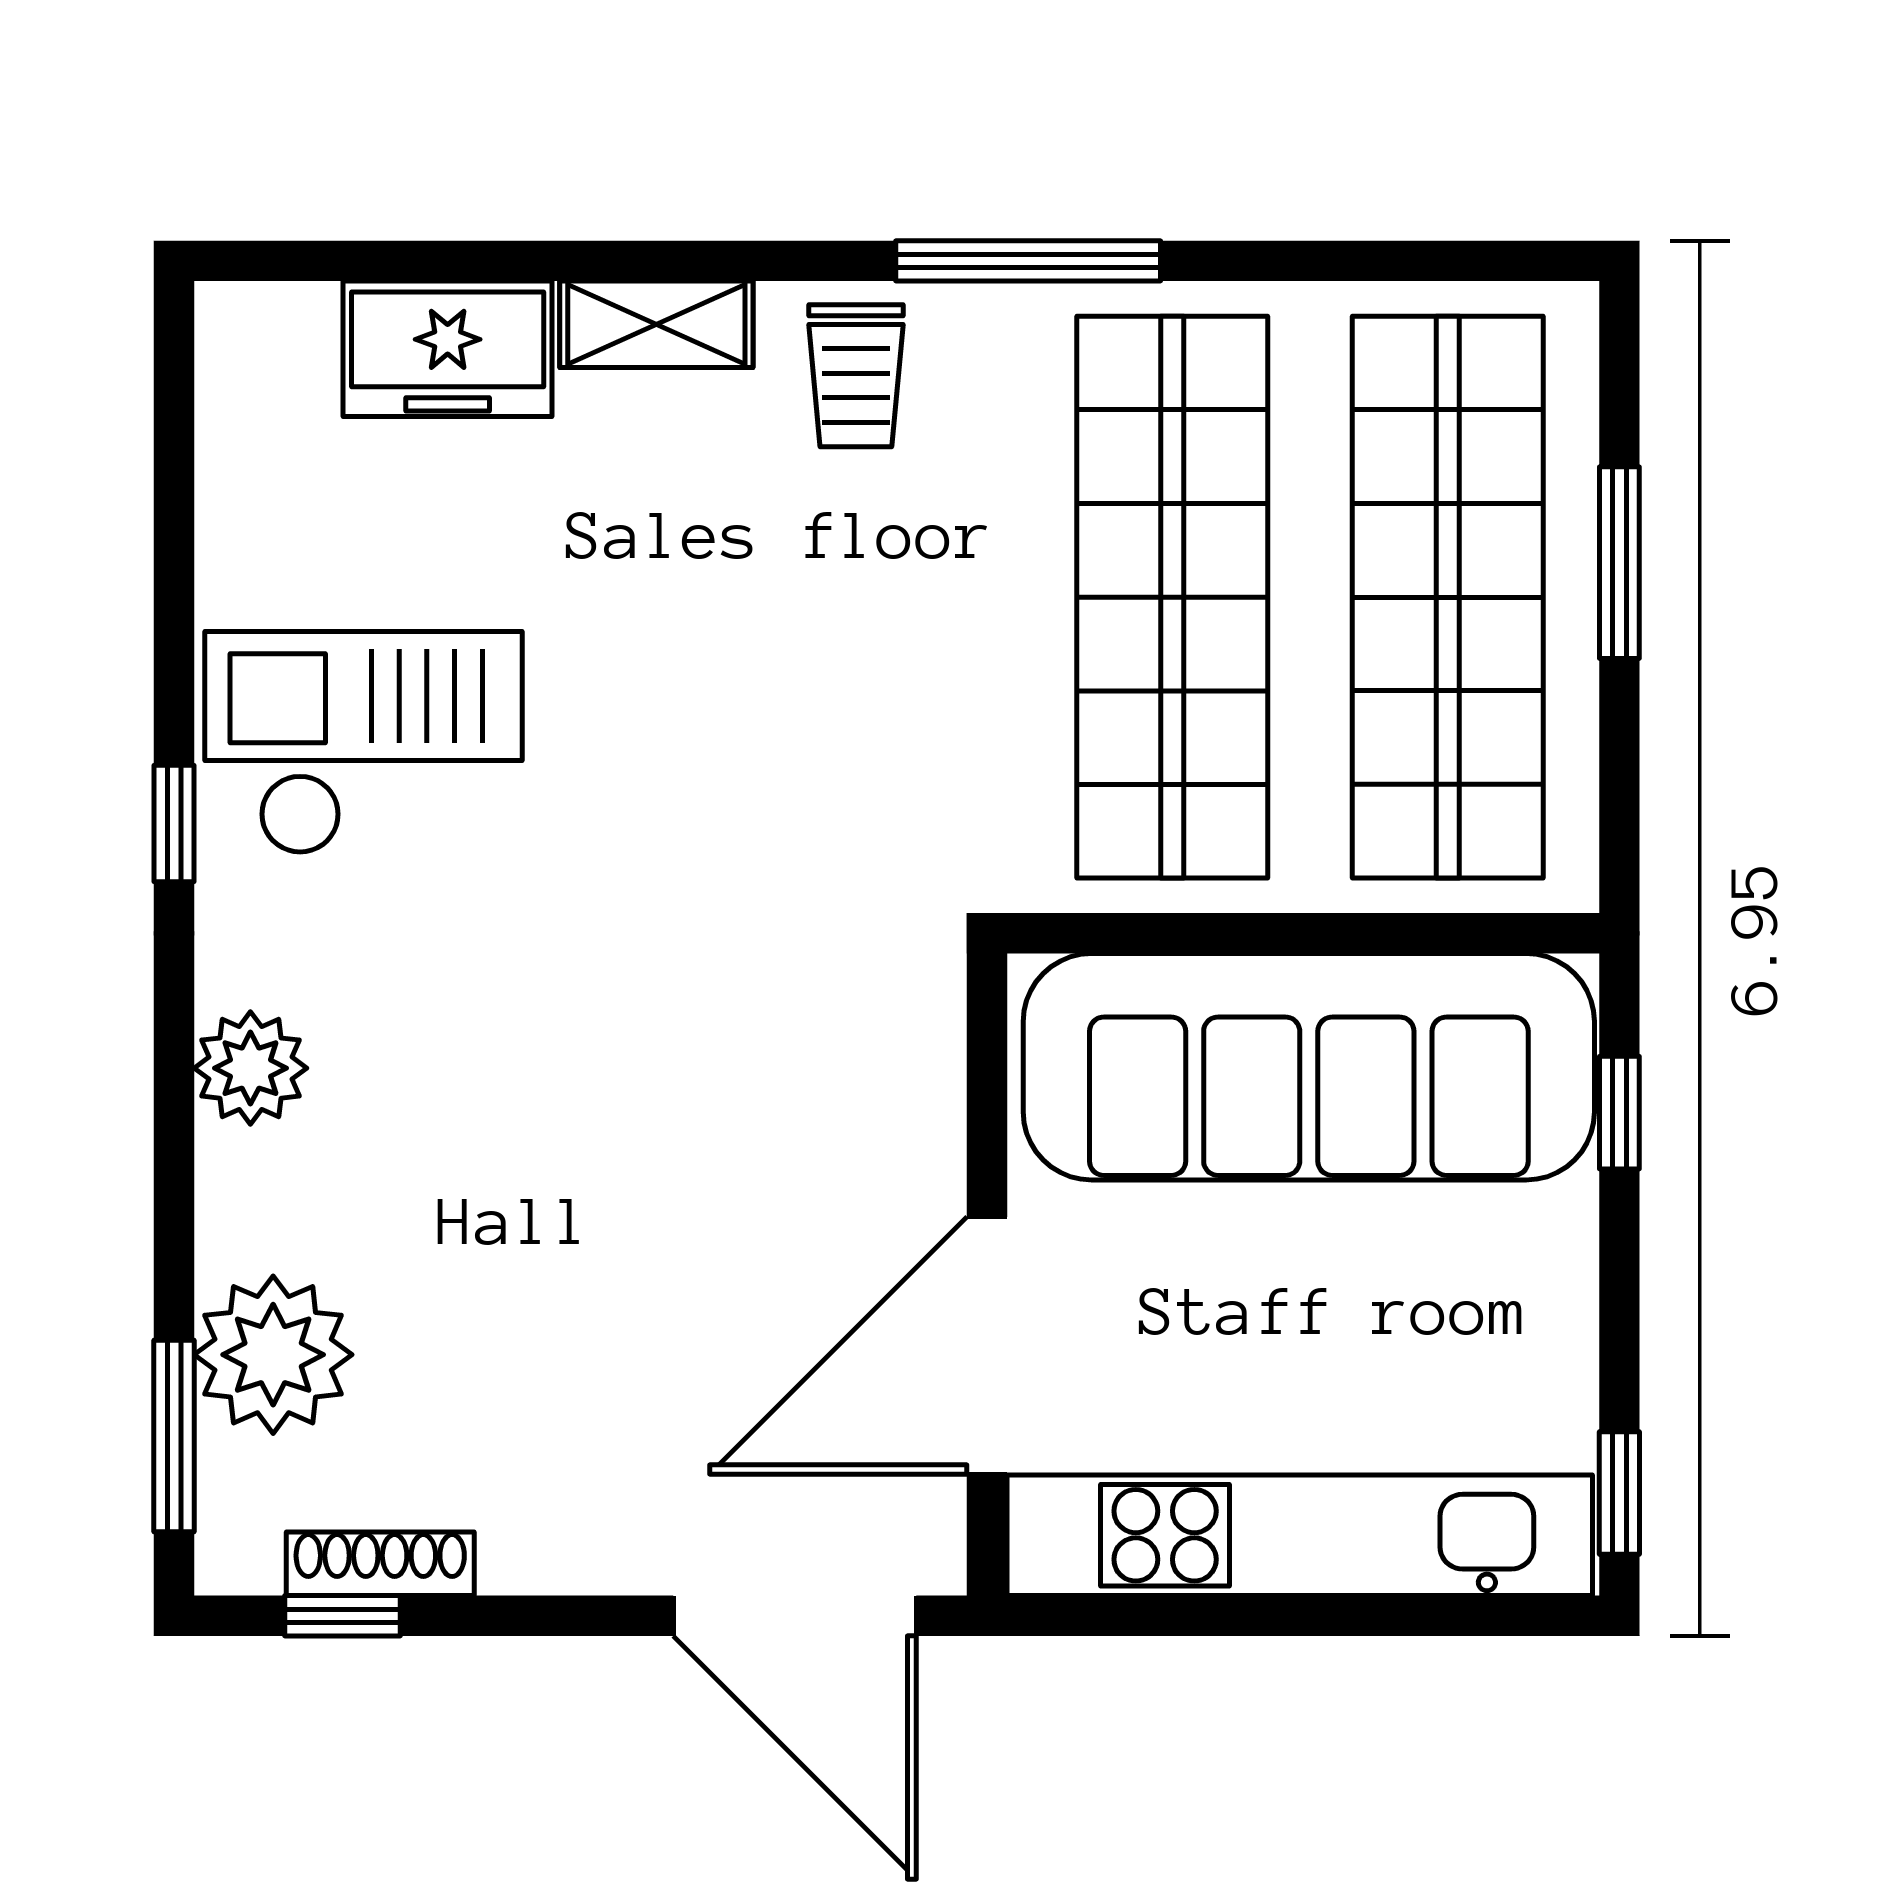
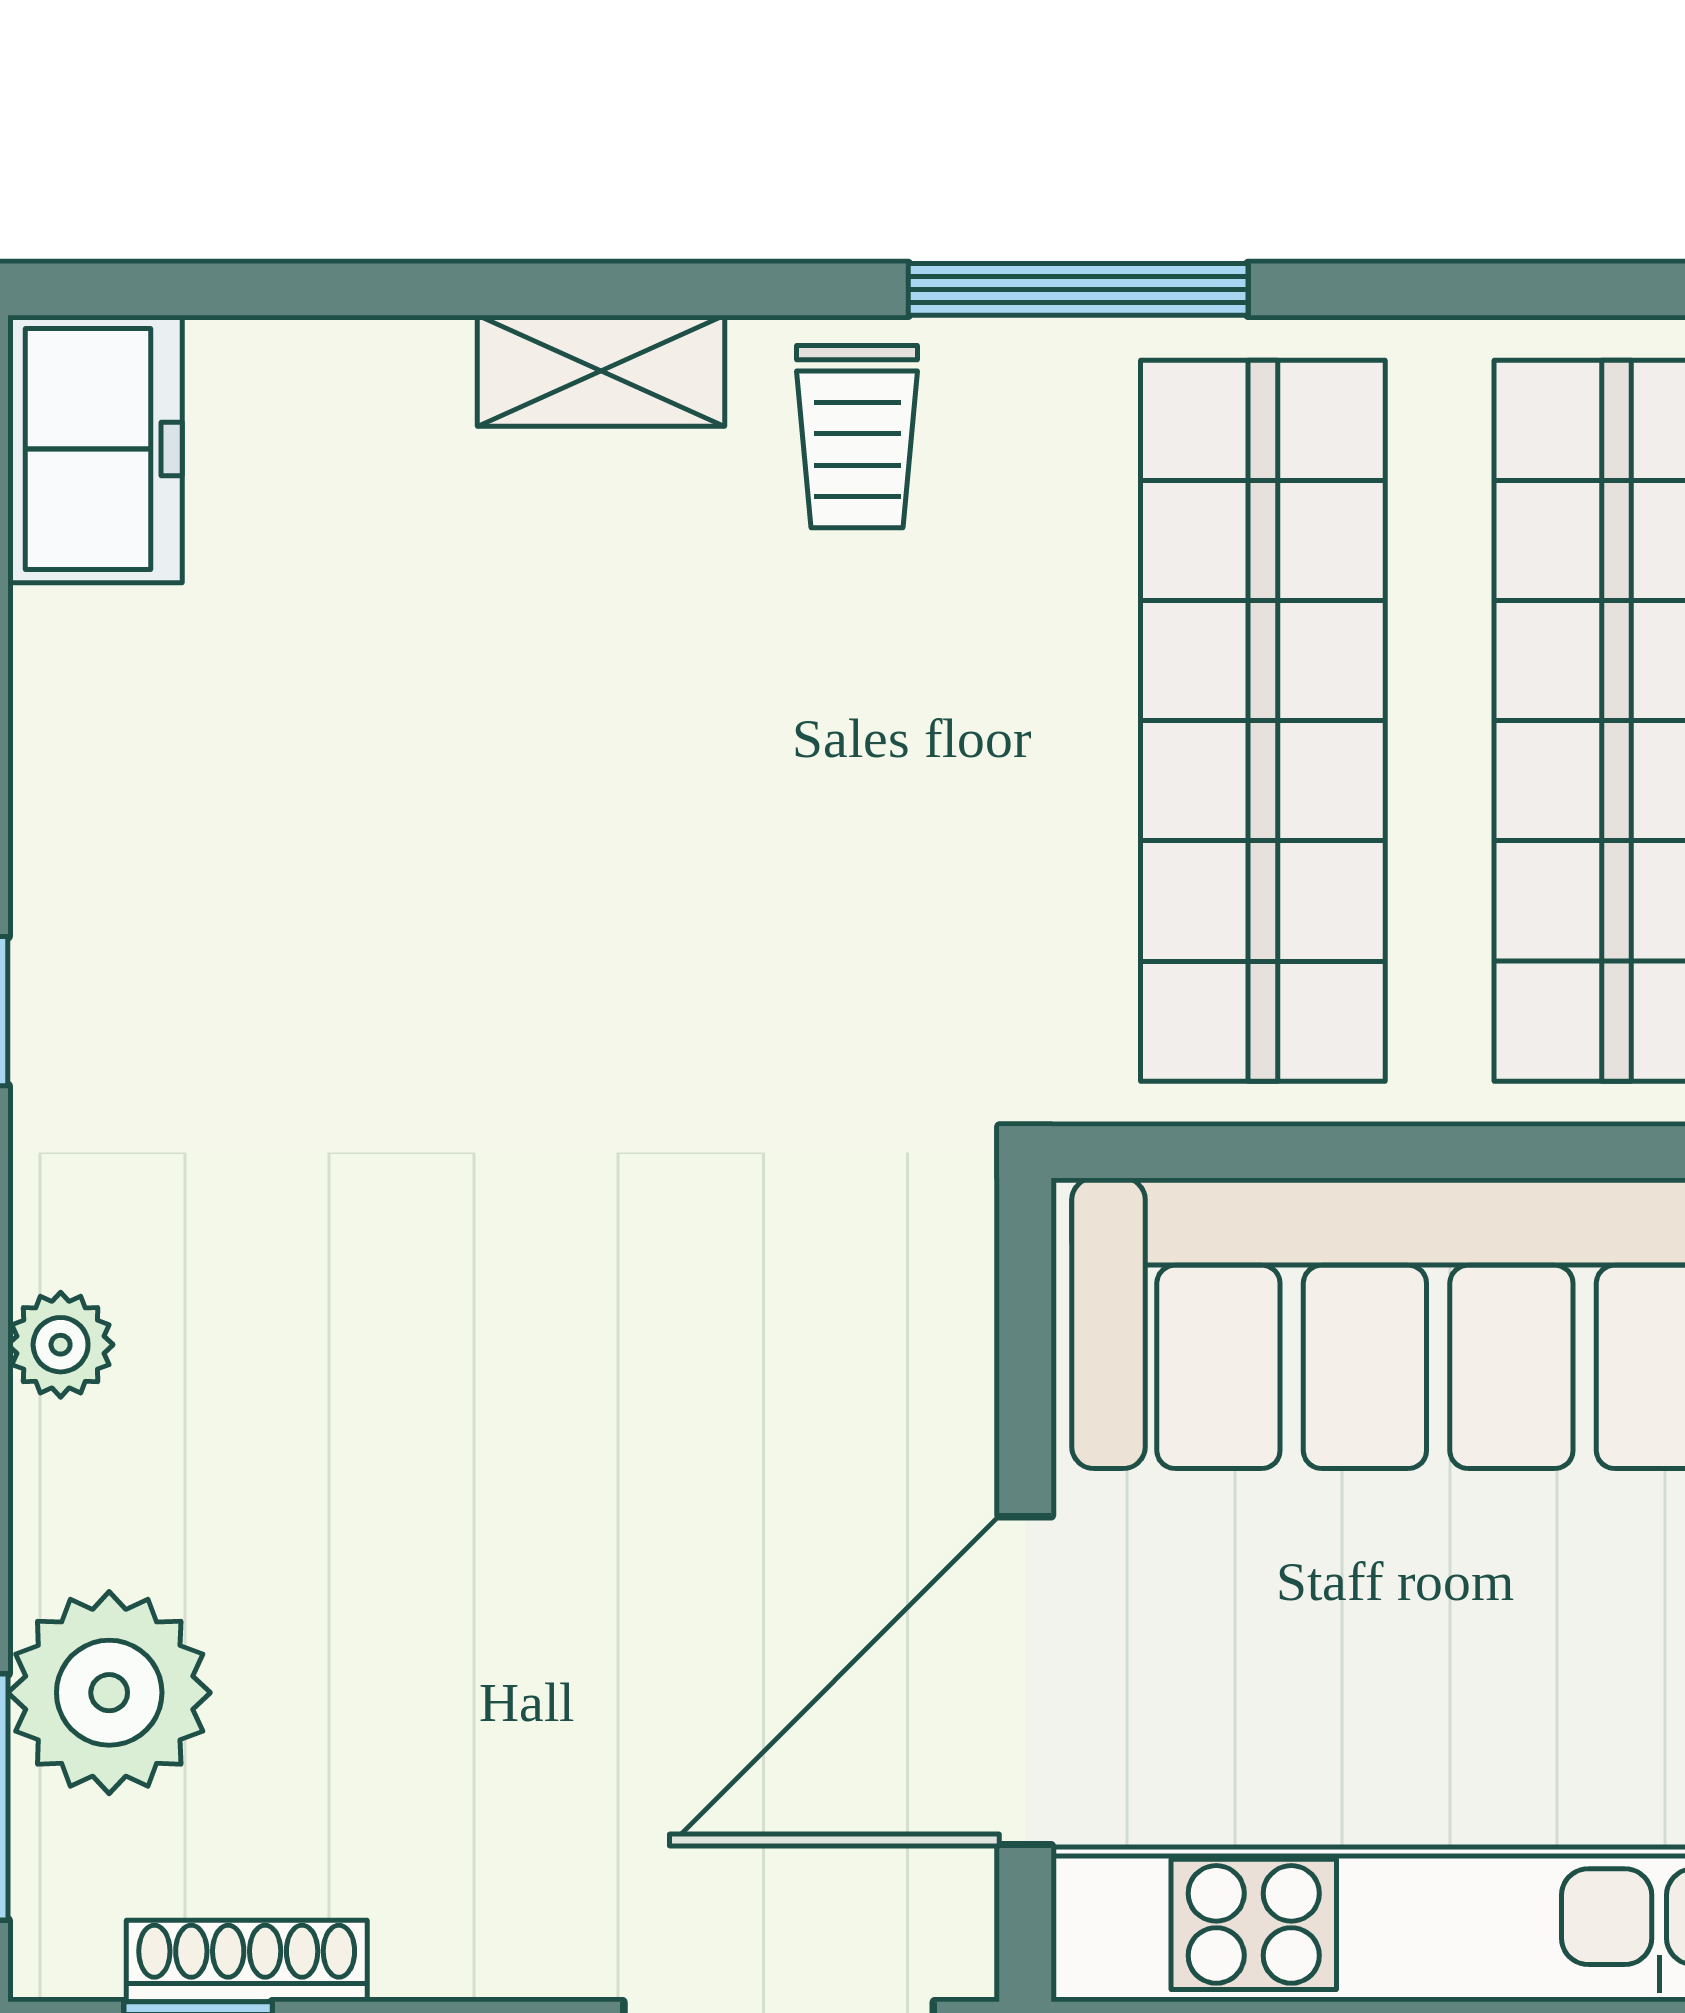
freezer: (448, 349) -> (95, 449), moved, turned -90
checkout: (364, 743) -> (225, 908), removed
plant: (250, 1068) -> (61, 1345), width x0.73, depth x0.73

